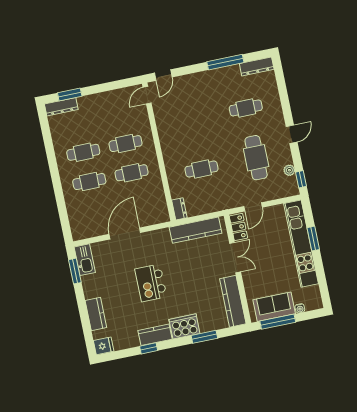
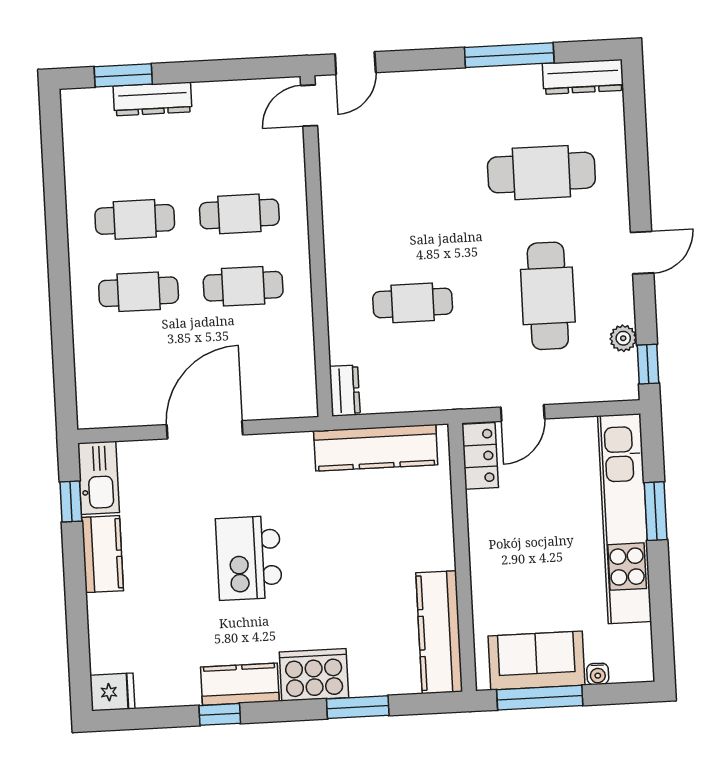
dresser: (61, 107) -> (153, 99), moved
cafe table: (246, 108) -> (541, 173), width x1.37, depth x1.35
double door: (235, 258) -> (461, 528), removed
window: (75, 271) -> (71, 501), width x0.67
kitchen counter: (96, 314) -> (102, 554), moved

